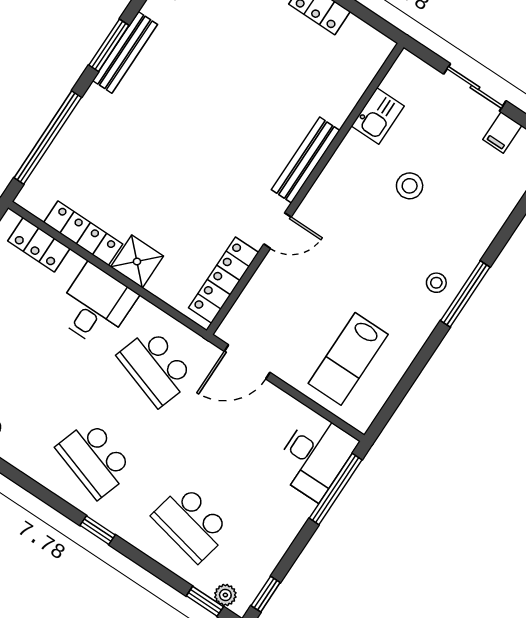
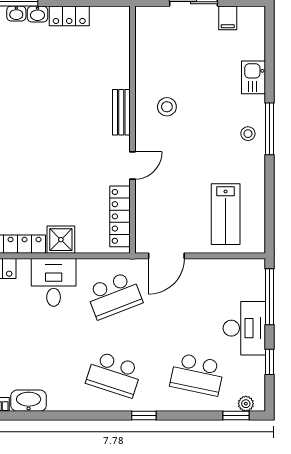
kitchen sink: (378, 116) -> (254, 77), moved, turned 180
bench: (306, 160) -> (121, 112), width x0.73
stool: (410, 186) -> (167, 107), moved
school desk: (156, 367) -> (114, 295), turned -39
desk: (315, 456) -> (244, 328), moved
window: (266, 594) -> (270, 362), moved

